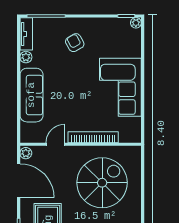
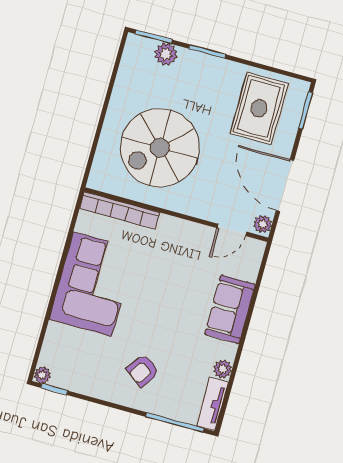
armchair: (75, 43) -> (143, 370), turned 66
sofa: (31, 95) -> (230, 309), width x0.73
bookcase: (93, 137) -> (119, 210), moved
door: (55, 144) -> (232, 230), moved

